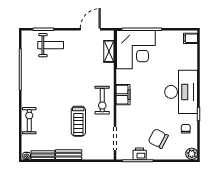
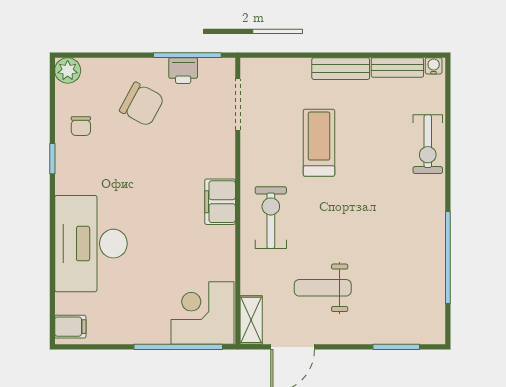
weight bench: (51, 45) -> (323, 288), moved
corner desk: (136, 50) -> (203, 313), width x0.74, depth x0.74
shelving: (109, 51) -> (251, 320), moved
desk: (181, 92) -> (91, 244), moved
exercise bike: (102, 100) -> (271, 218), moved

